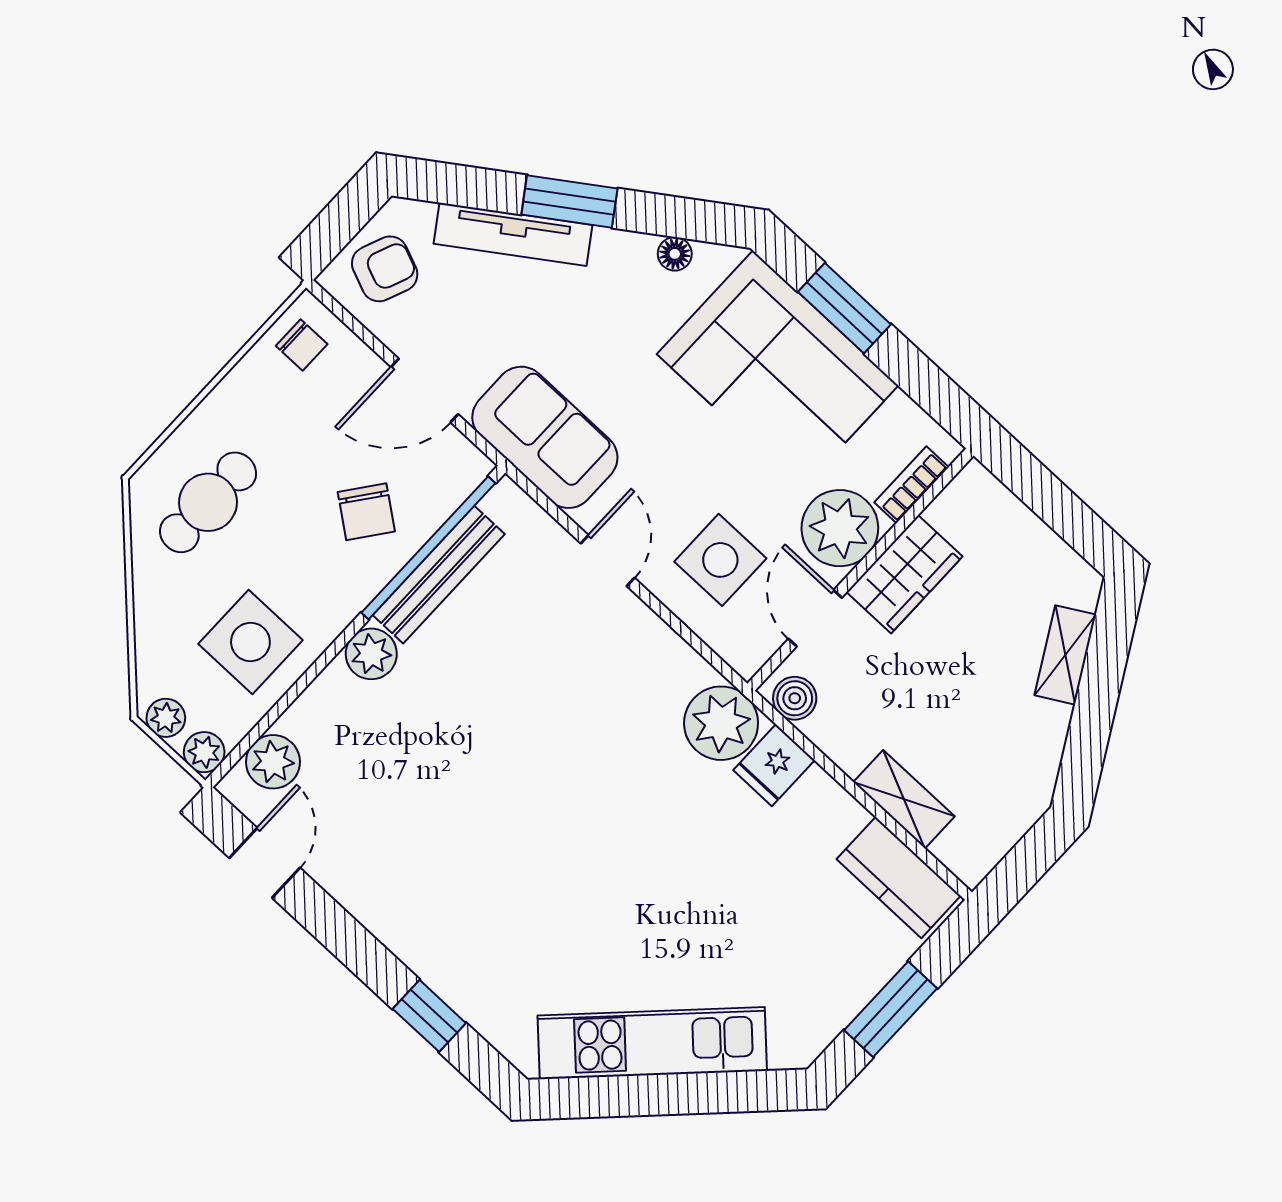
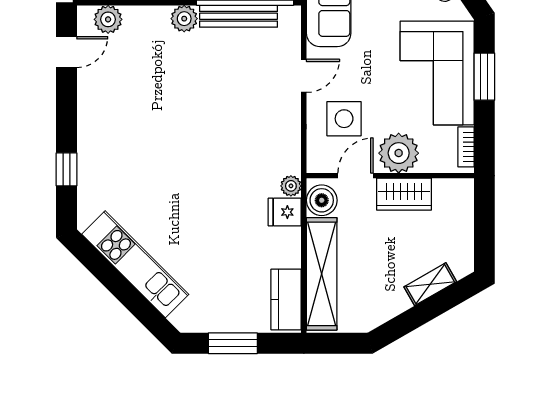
bookcase: (912, 485) -> (466, 147), moved, turned -90
boiler: (795, 698) -> (322, 200), width x1.36, depth x1.36
plant: (721, 723) -> (291, 186), width x0.53, depth x0.53
shelving: (904, 799) -> (322, 274), width x2.20, depth x1.33

